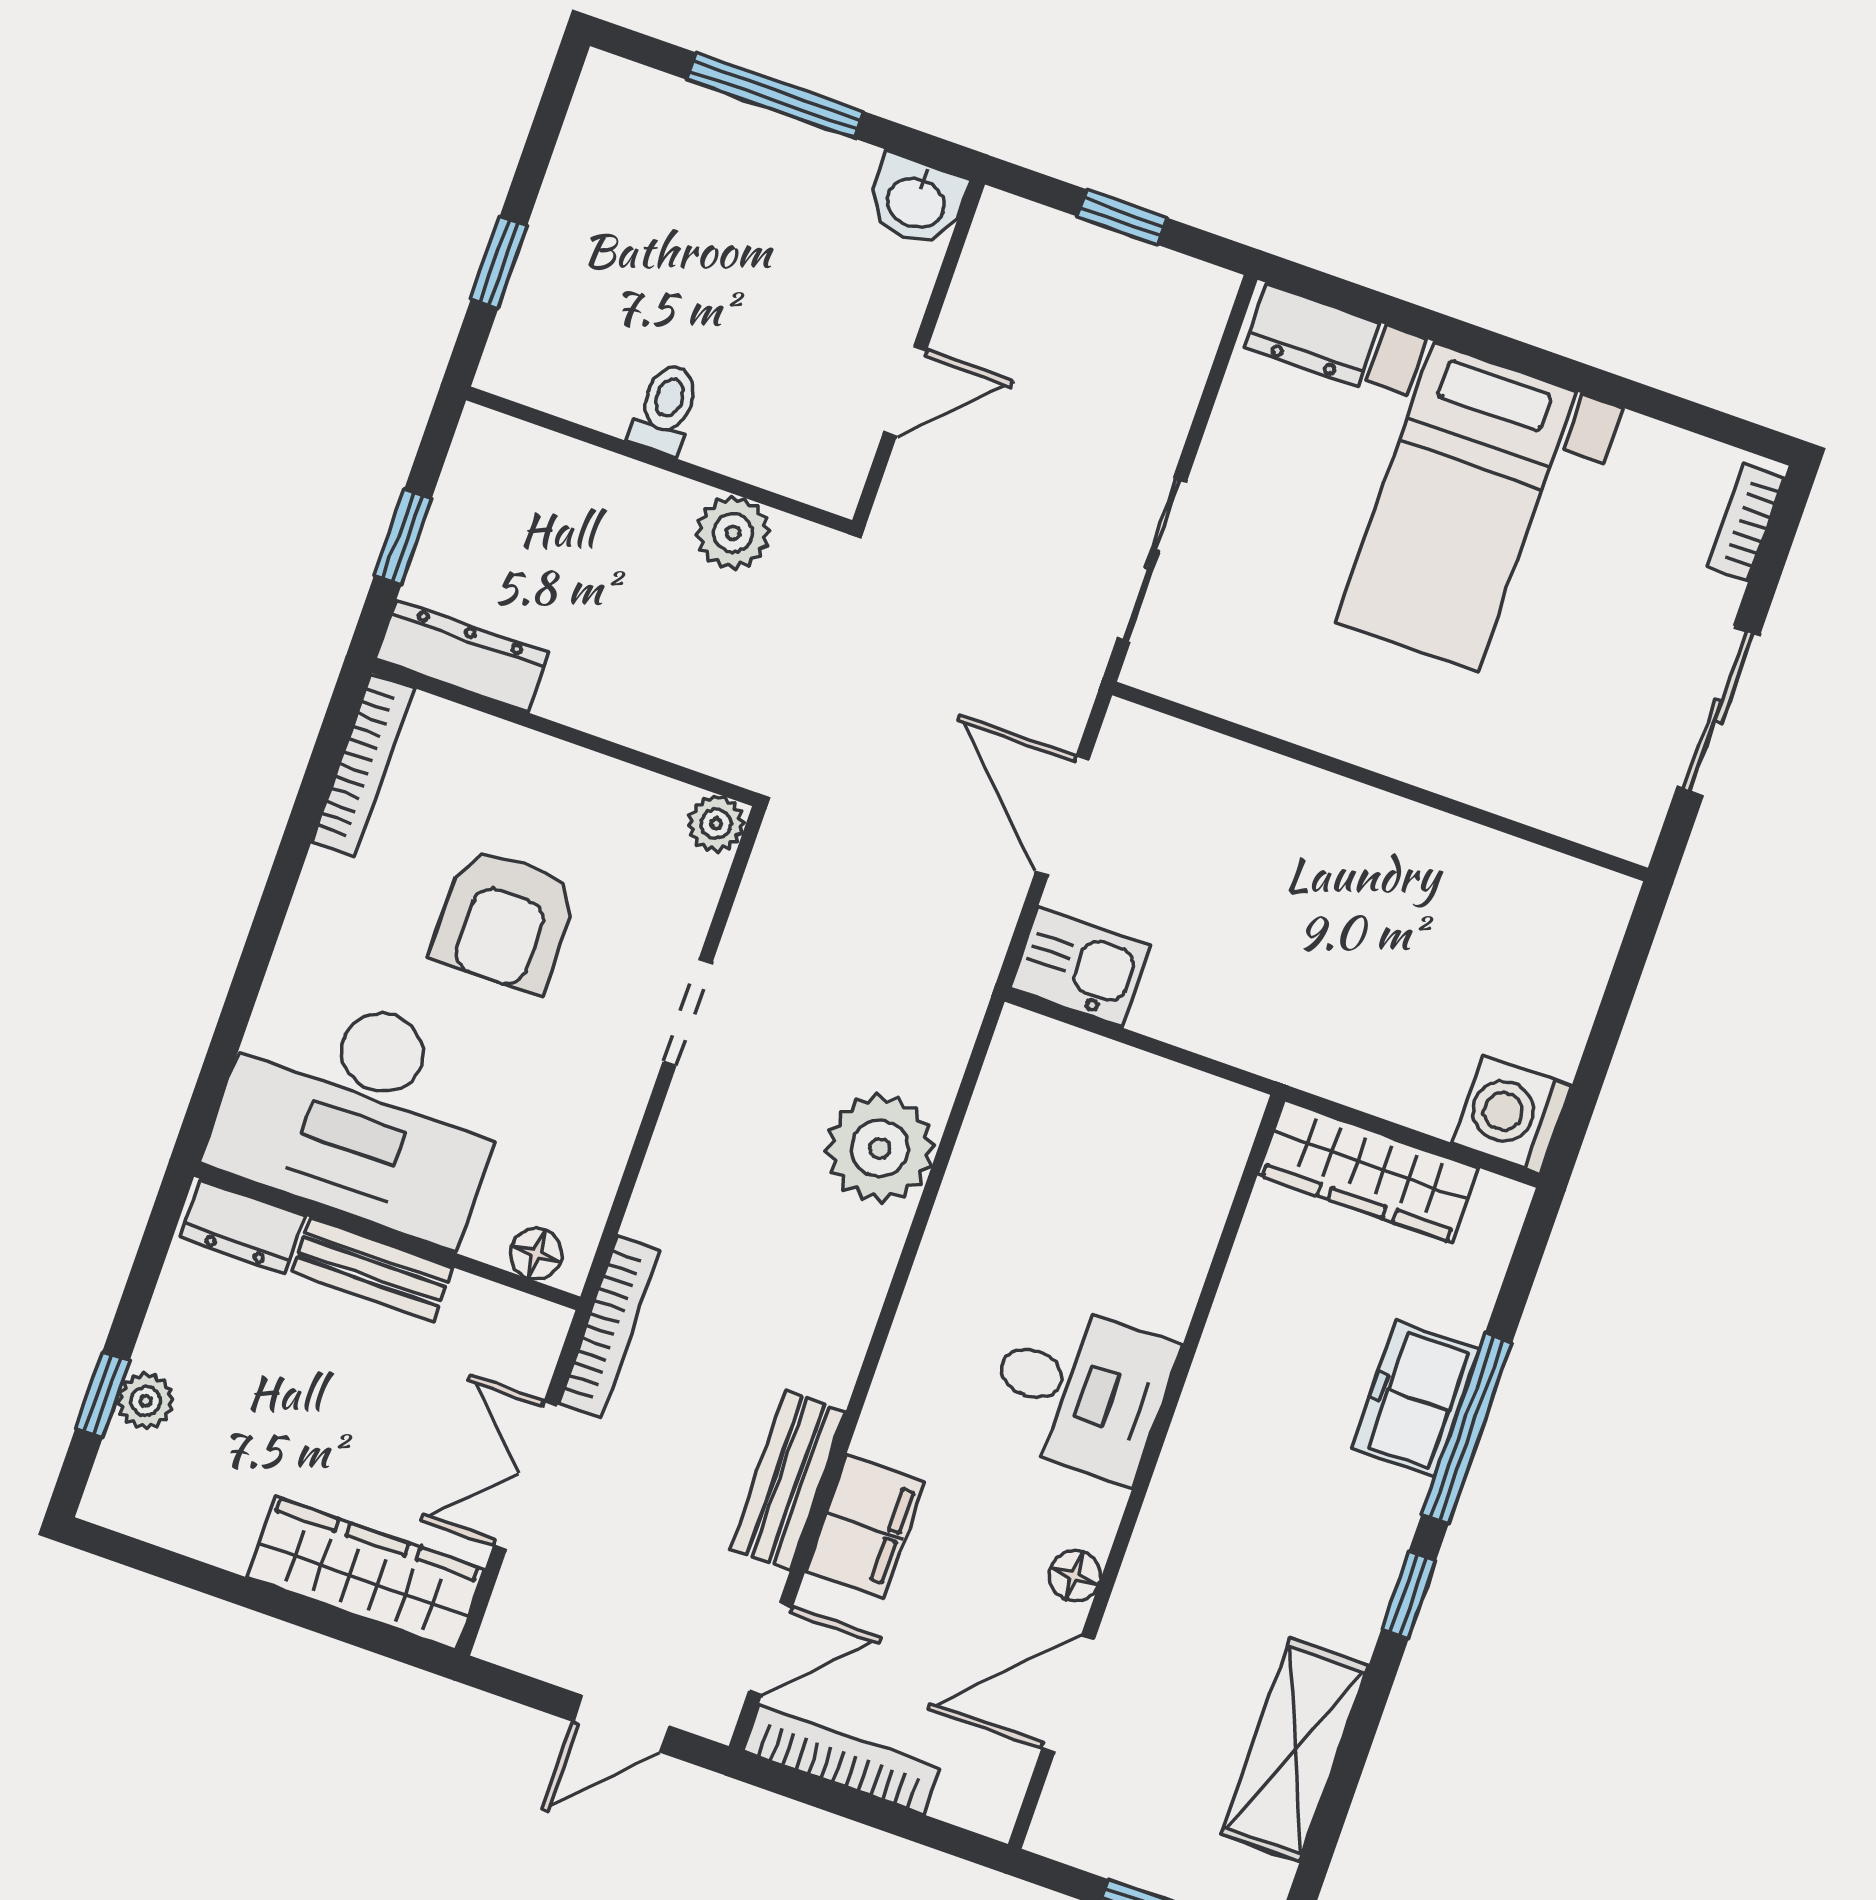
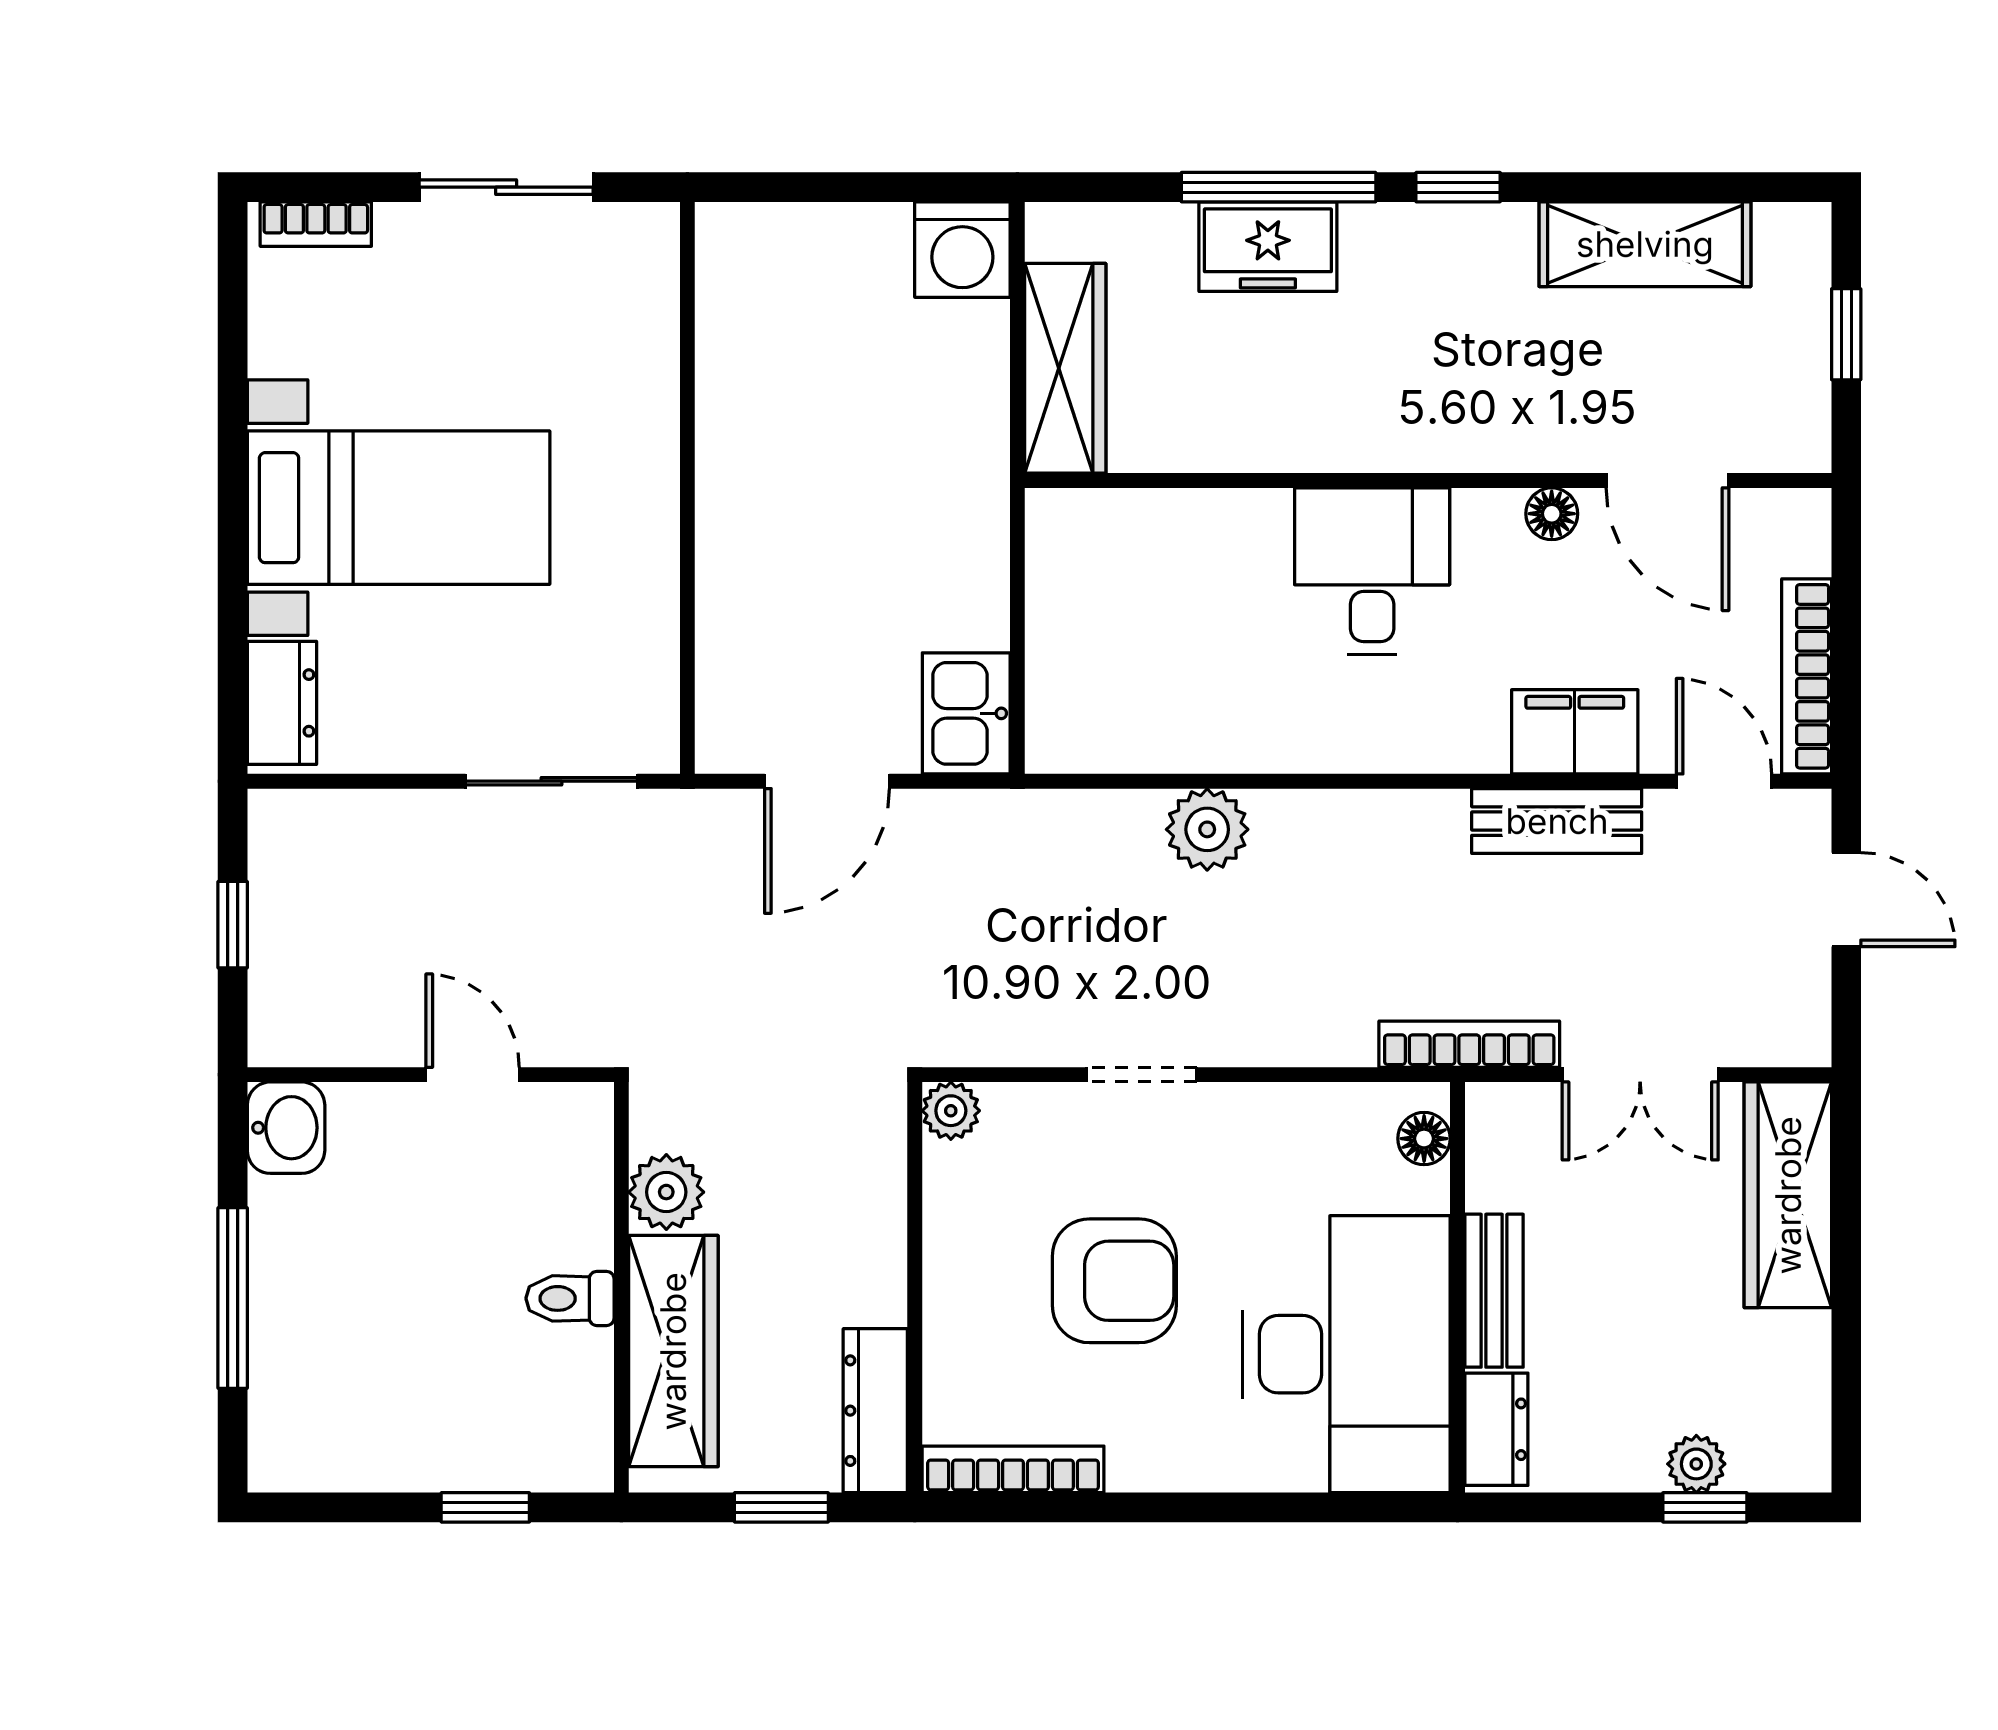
wardrobe: (583, 488) -> (673, 1351), added
plant: (880, 1148) -> (1207, 829), width x0.73, depth x0.73

